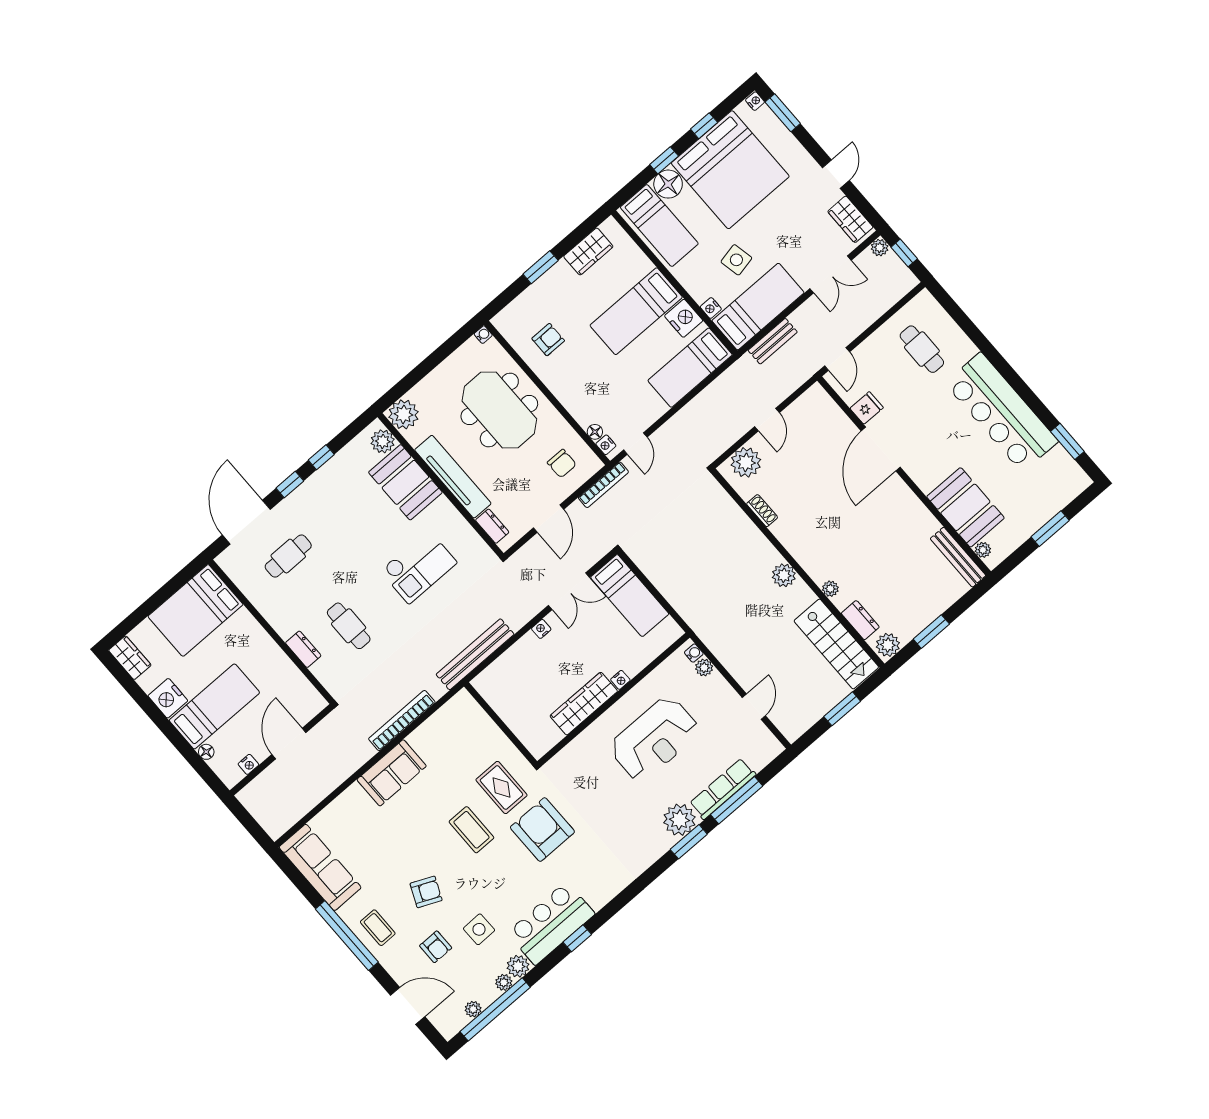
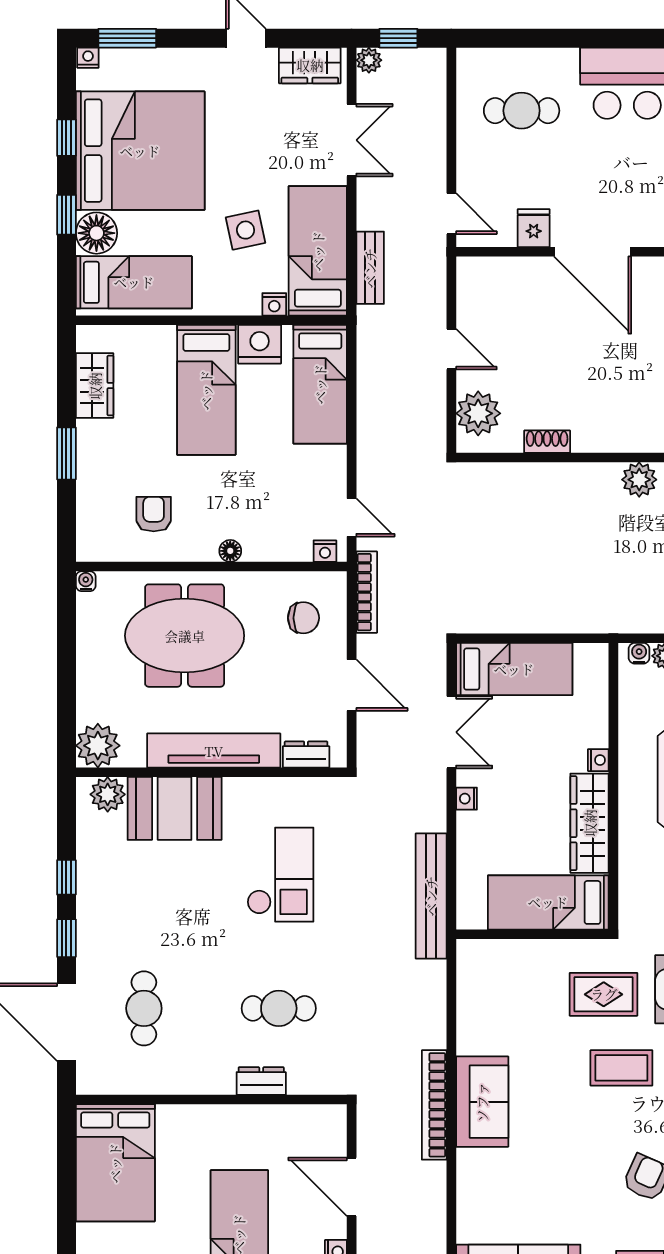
floor lamp: (595, 432) -> (230, 551), moved
bed: (524, 718) -> (548, 902), added
bookcase: (402, 721) -> (434, 1105), moved

